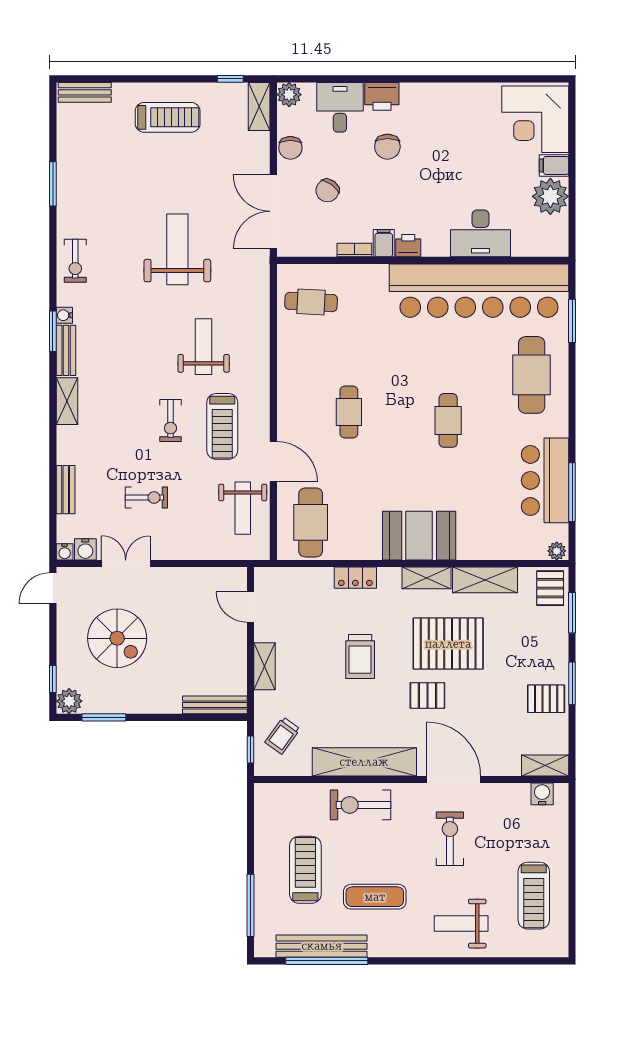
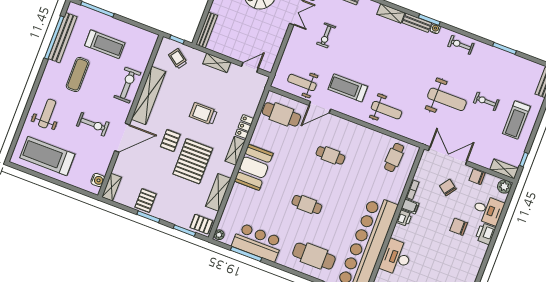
weight bench: (204, 347) -> (386, 110), moved
exercise bike: (170, 420) -> (486, 101), moved
shelving: (426, 578) -> (235, 151), moved
treadmill: (534, 896) -> (47, 156), width x1.37, depth x1.38

